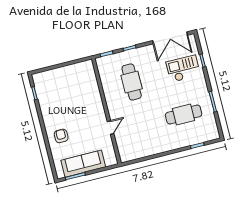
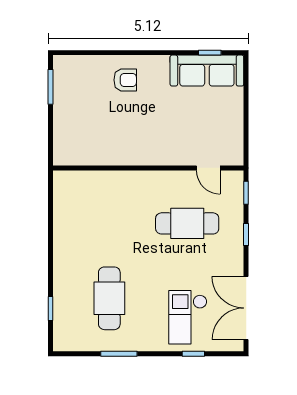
checkout: (183, 69) -> (188, 317), turned 180
door: (111, 127) -> (208, 168), moved
sofa: (83, 164) -> (207, 71), moved, turned 90

